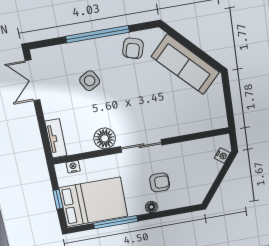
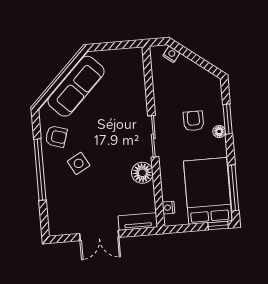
double door: (33, 80) -> (99, 235), moved
side table: (90, 81) -> (79, 163), moved
window: (58, 199) -> (218, 226), moved
window: (164, 214) -> (228, 119), added
window: (116, 222) -> (233, 188), moved

